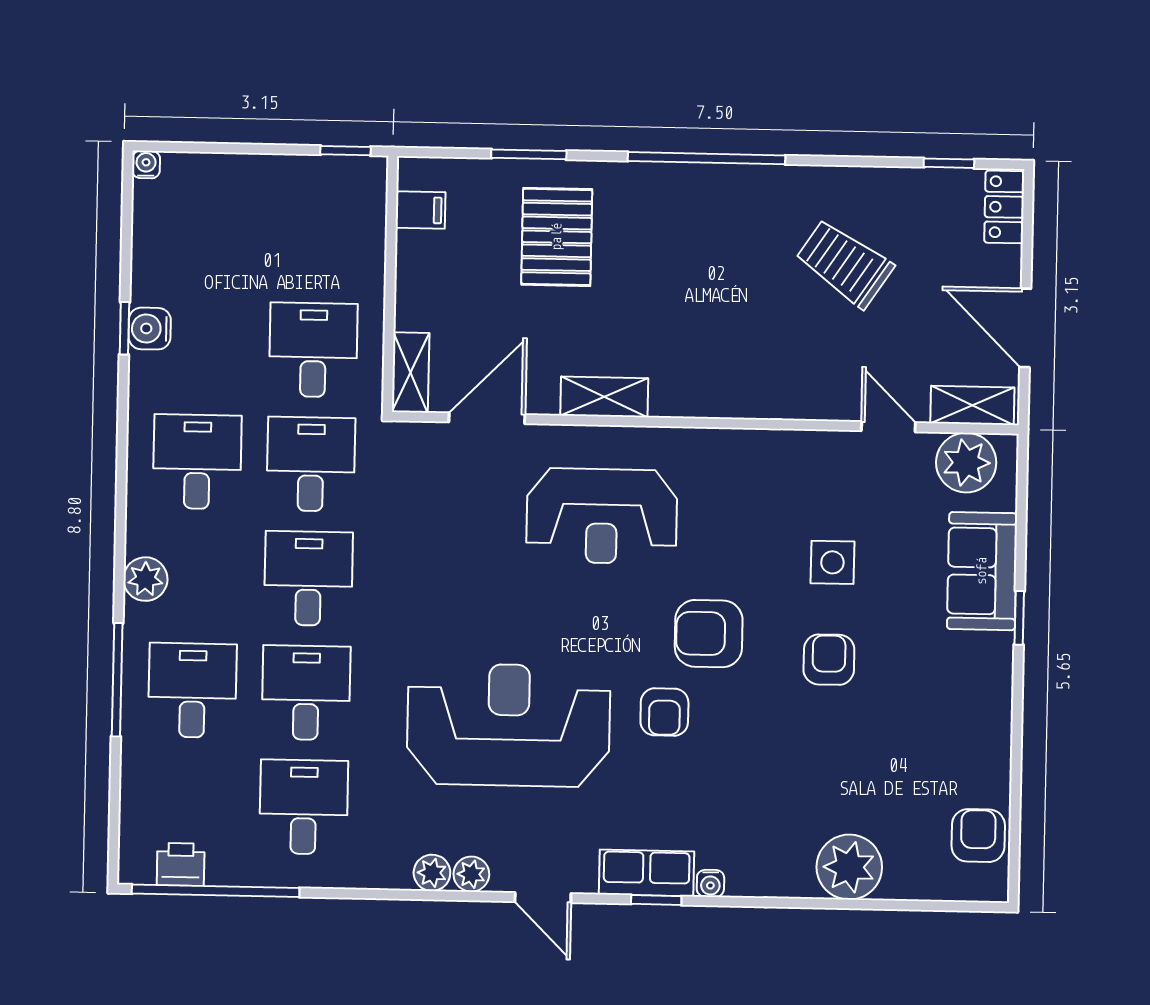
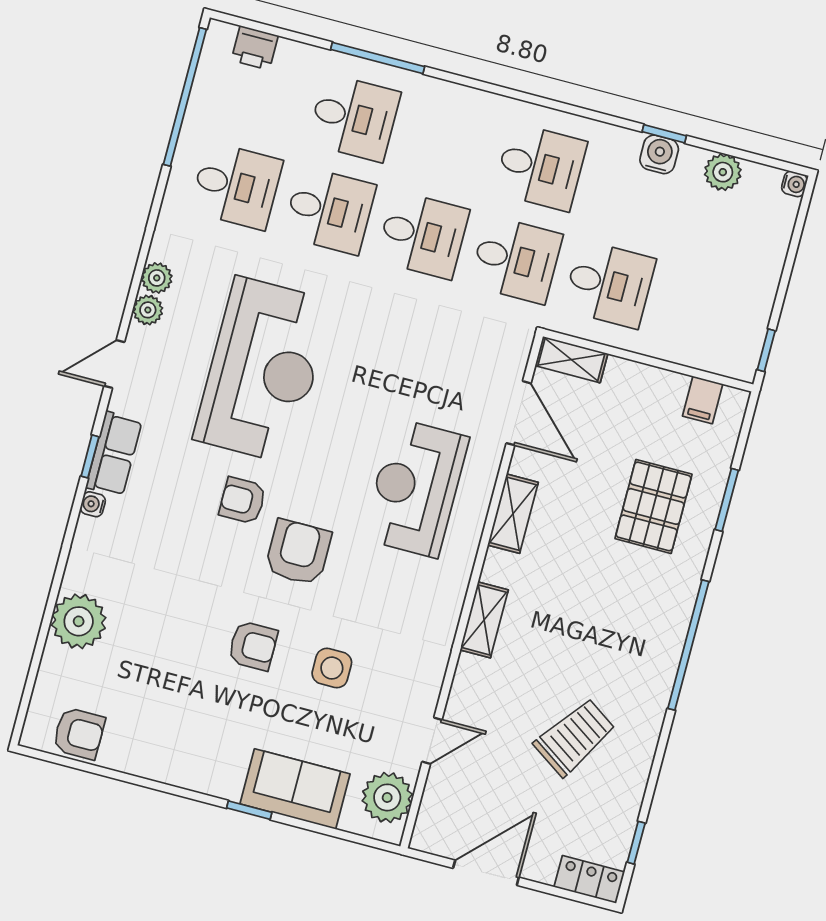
pallet: (557, 237) -> (654, 506), turned 90
shelving: (972, 405) -> (484, 620), moved
plant: (145, 579) -> (723, 172), moved
printer: (181, 864) -> (255, 48), moved, turned 90

